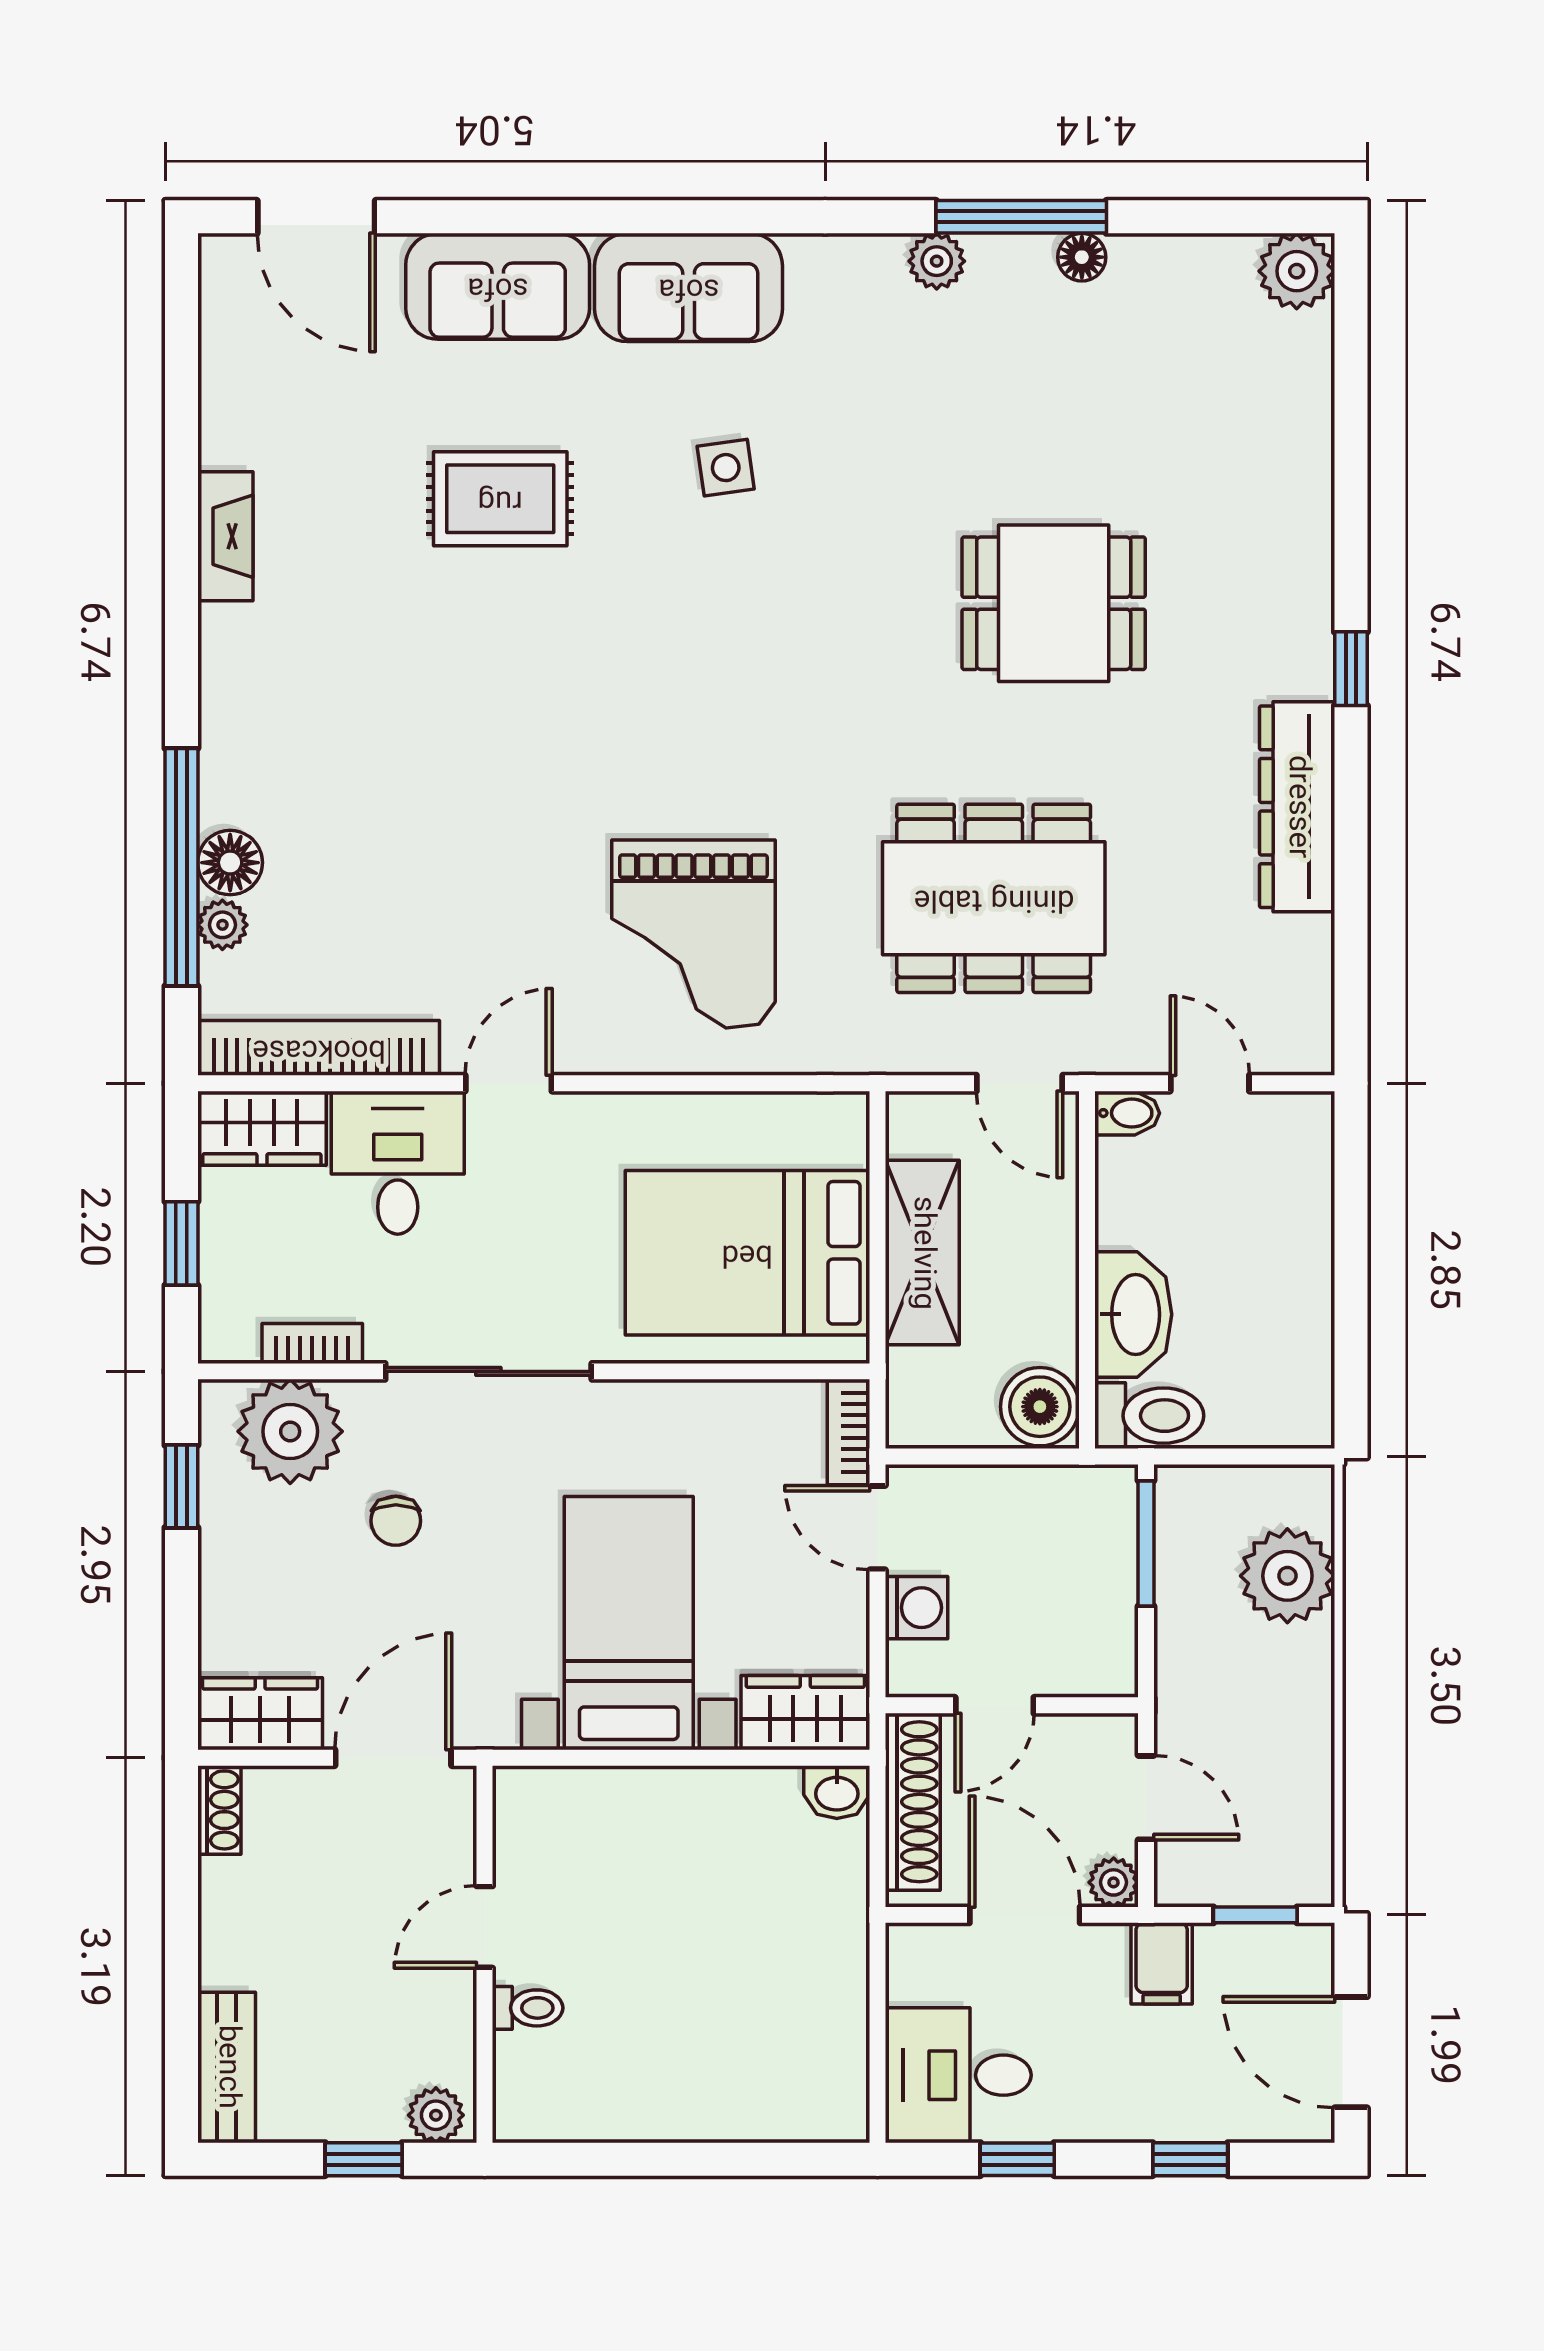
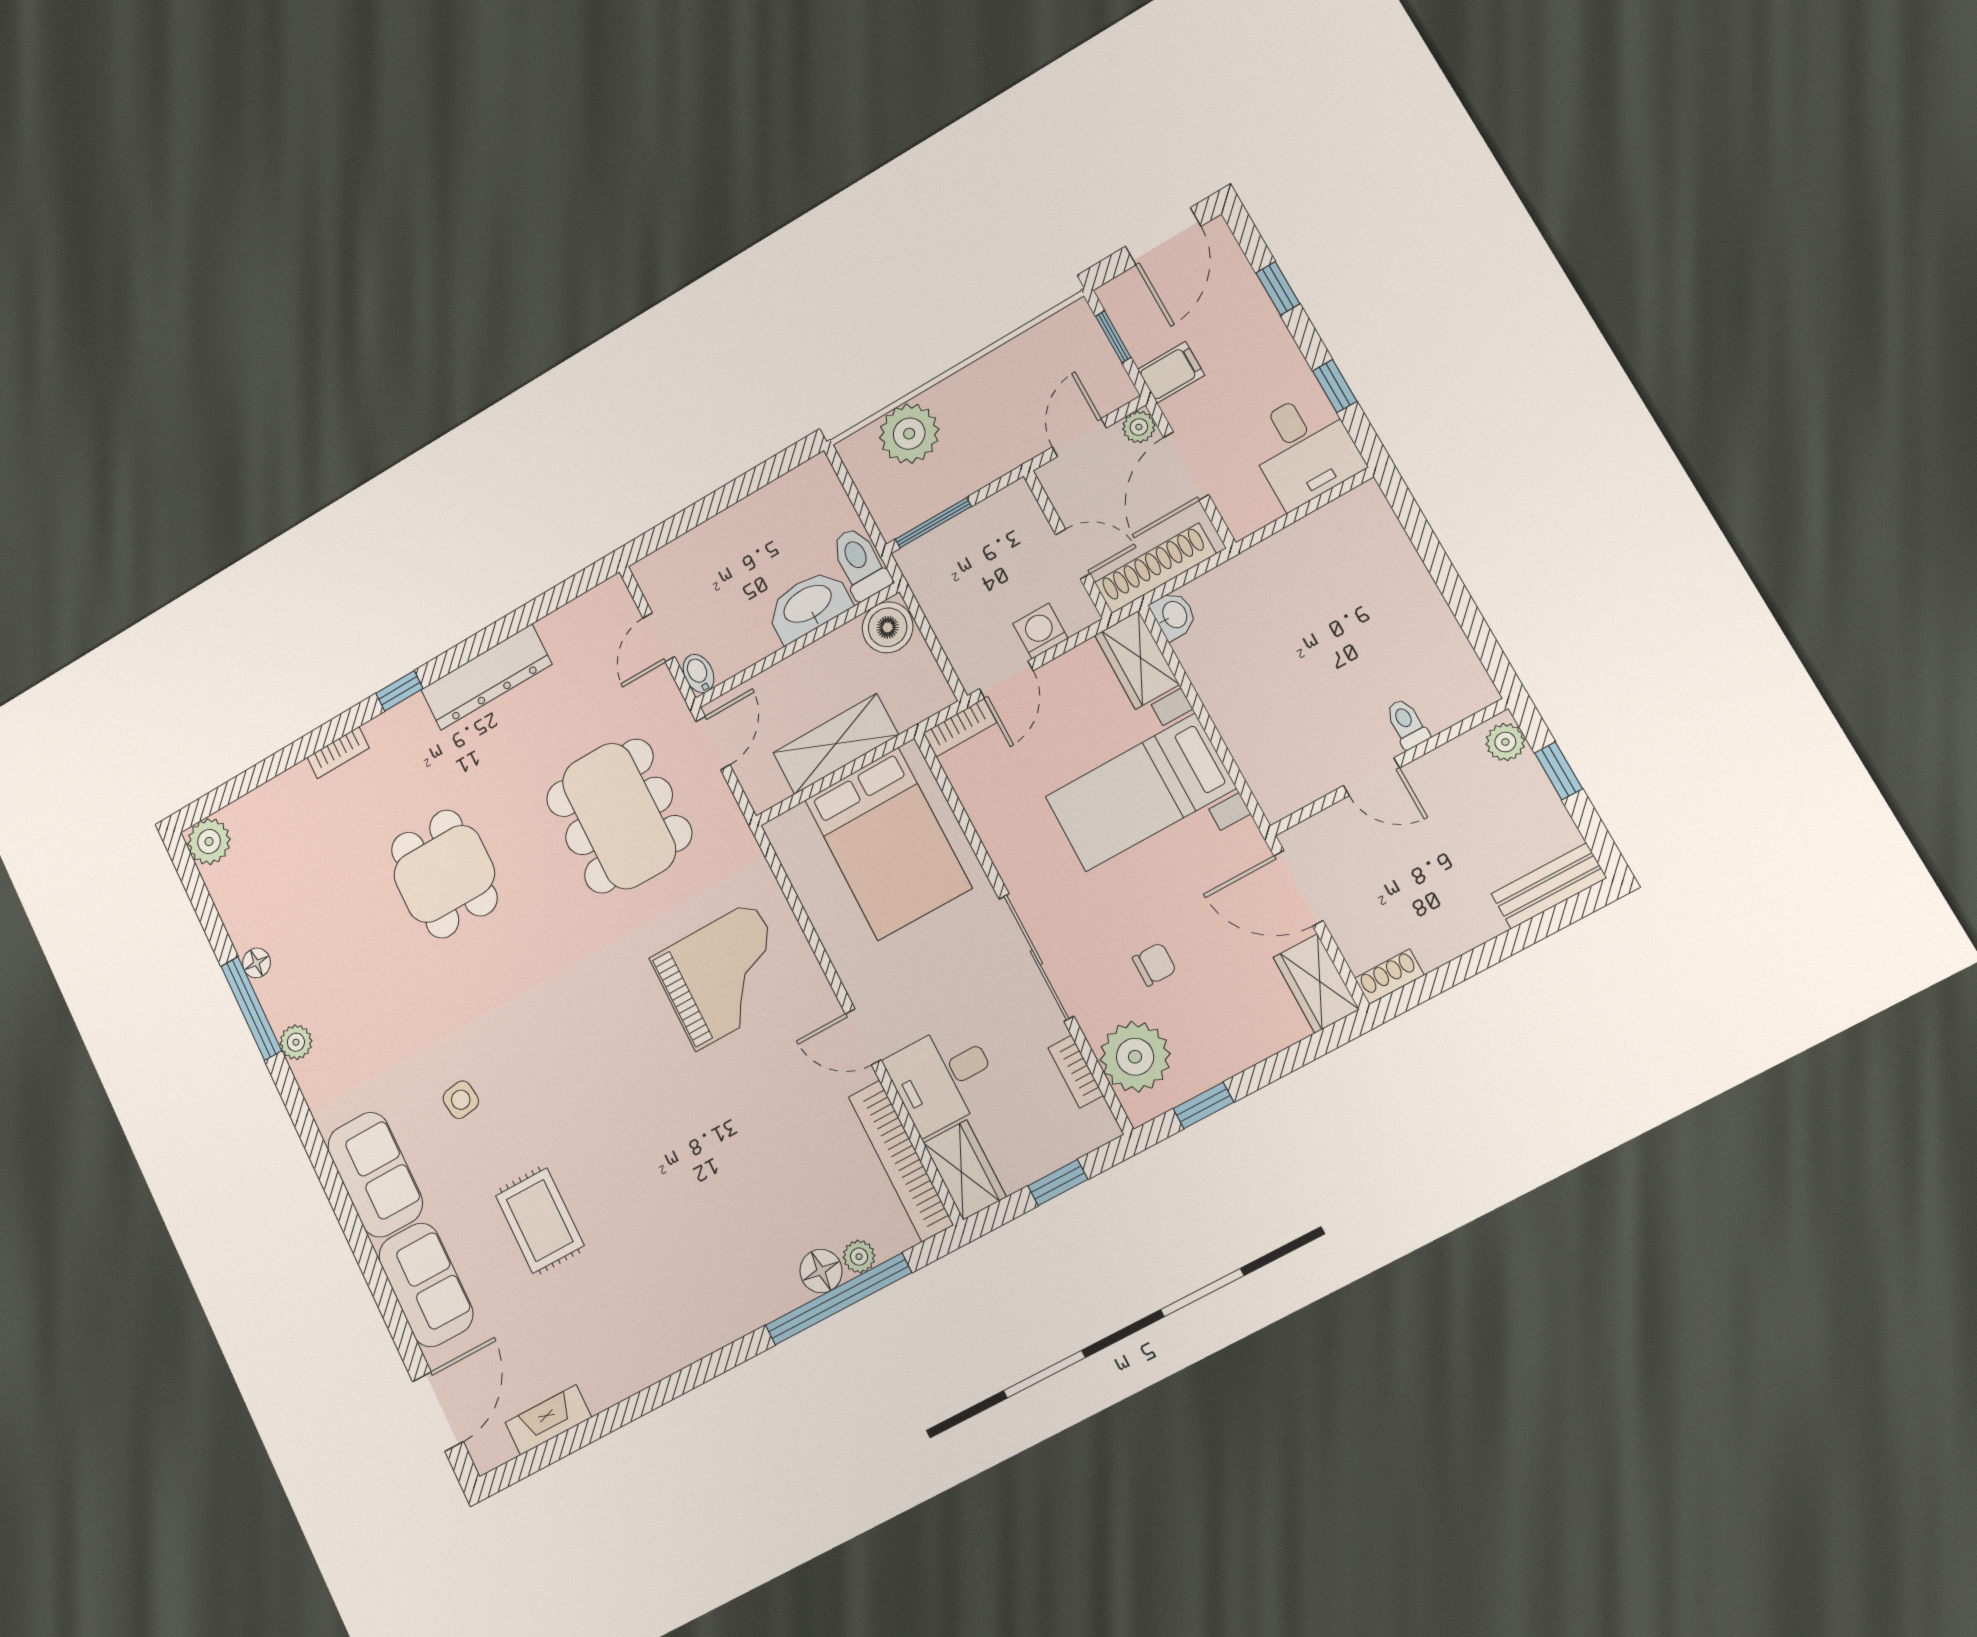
bookcase: (1314, 532) -> (338, 753), added
fireplace: (225, 536) -> (548, 1420), moved

